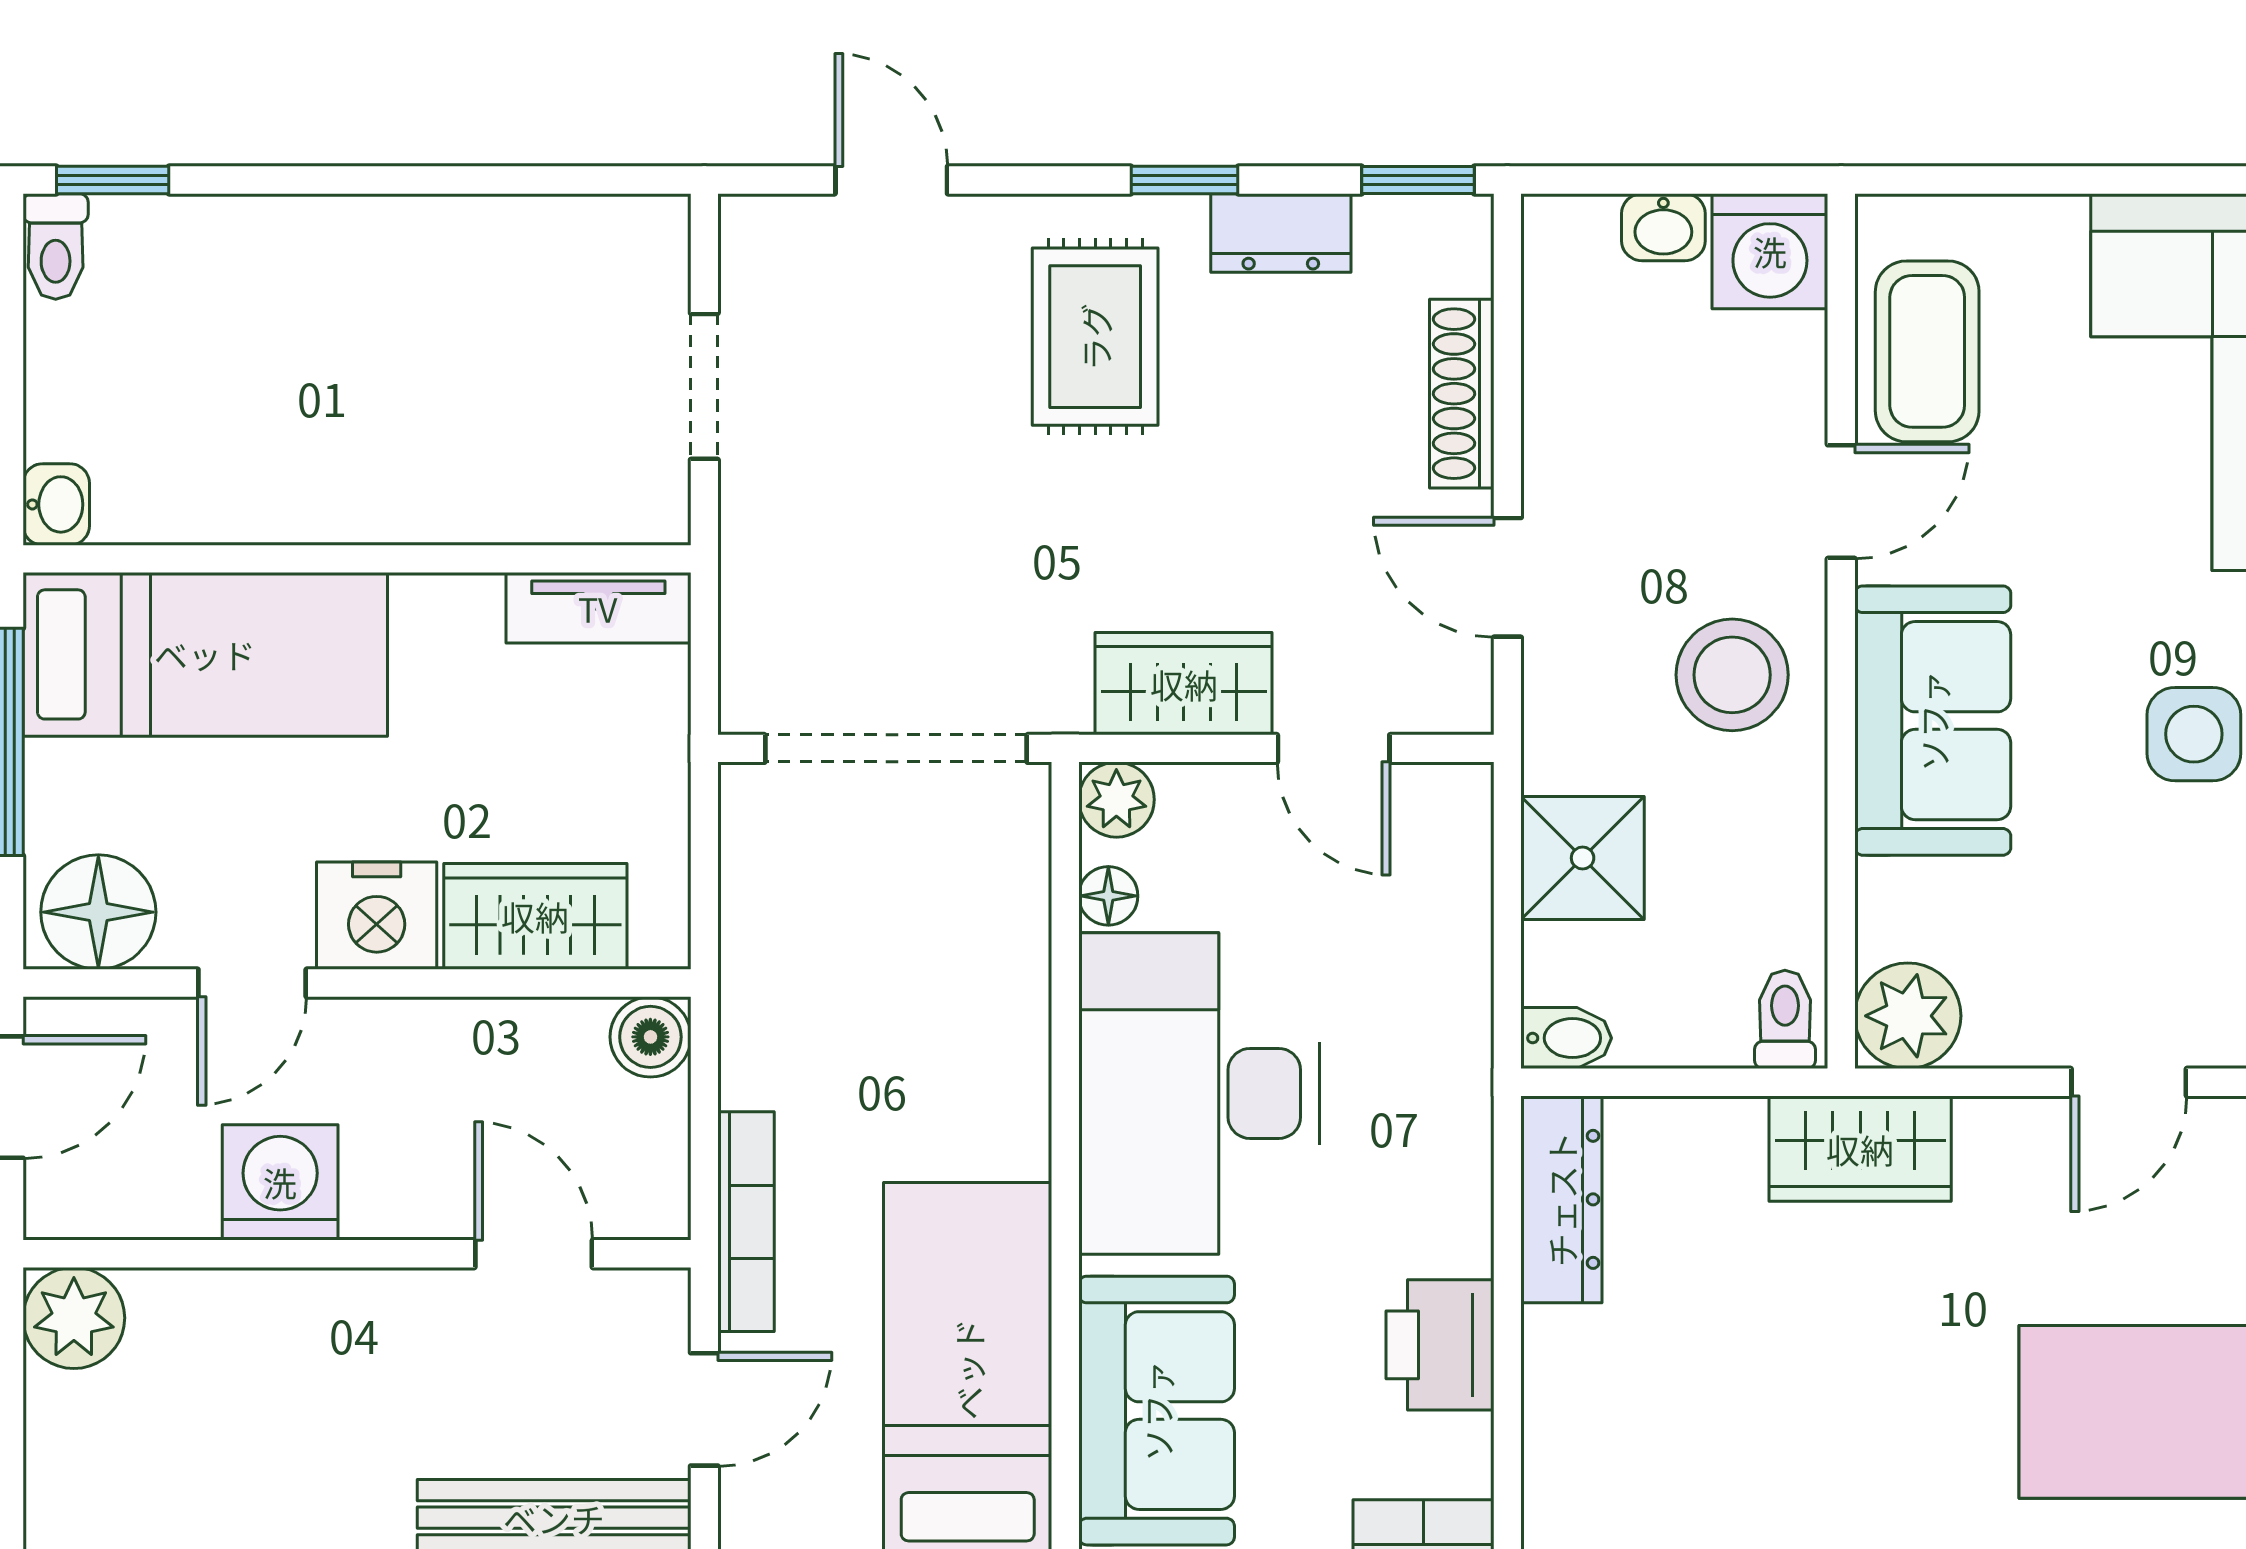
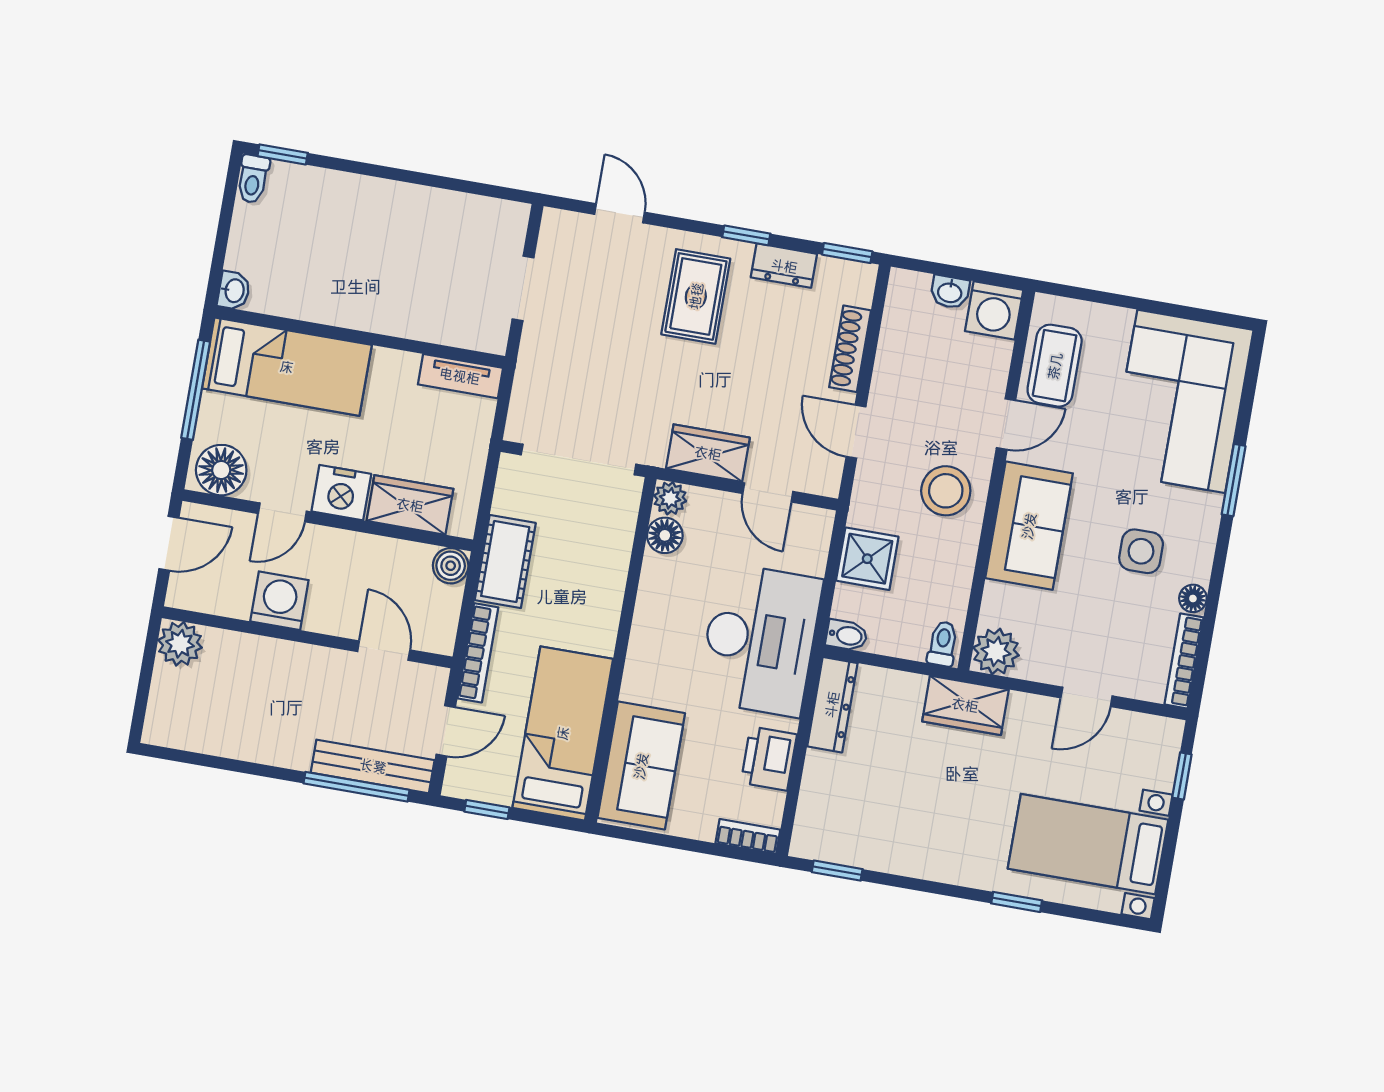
floor lamp: (1108, 896) -> (665, 535), width x1.37, depth x1.37
cot: (771, 1006) -> (505, 561), added
desk: (1199, 1093) -> (760, 640), moved, turned 180

